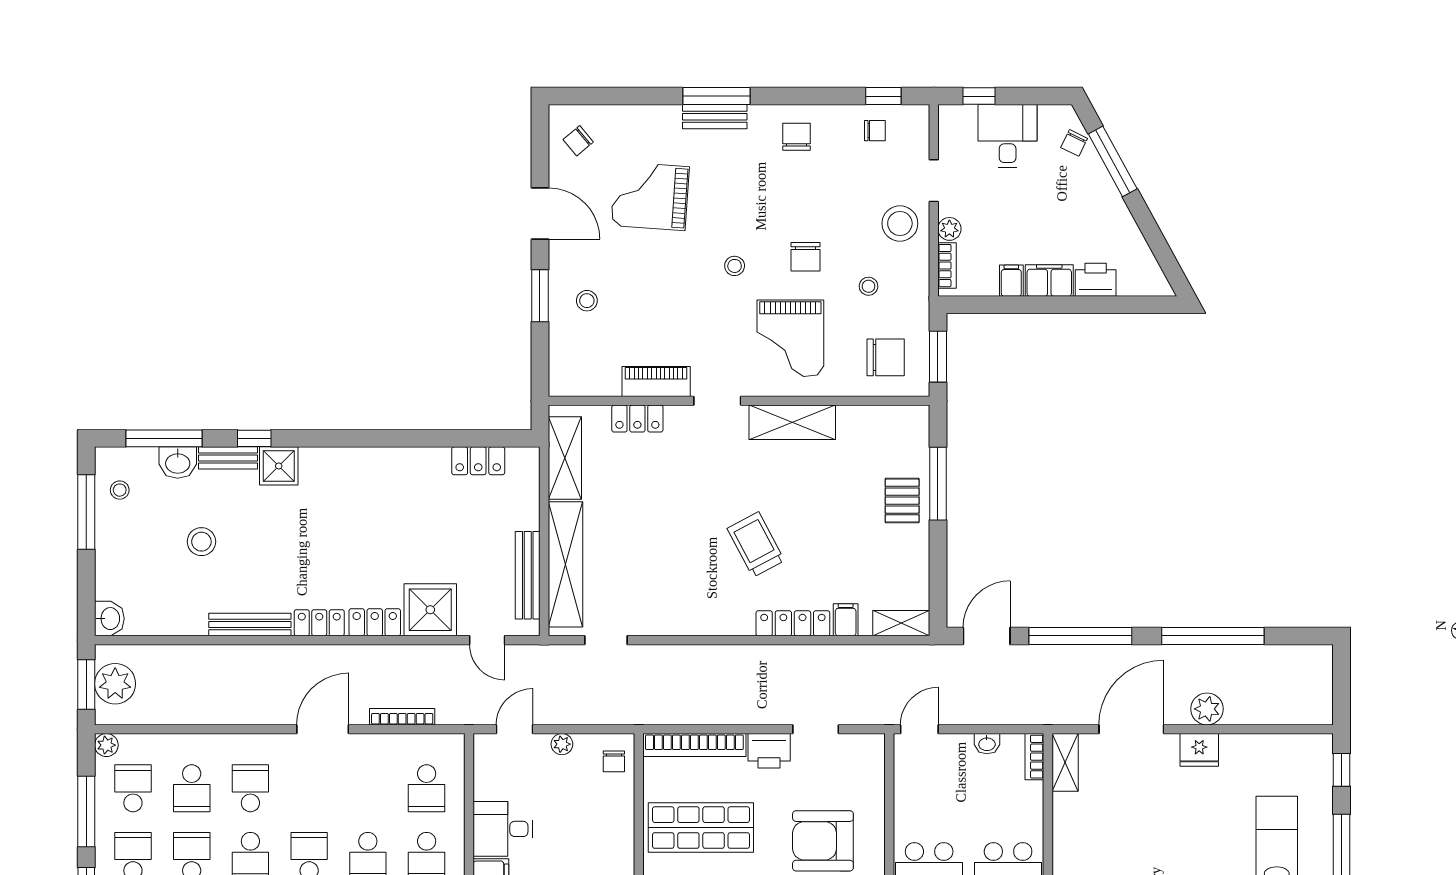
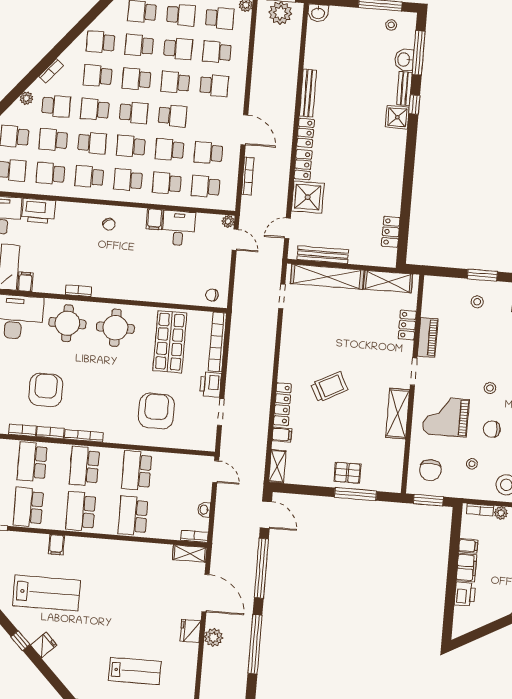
stool: (201, 542) -> (358, 69), removed
plant: (562, 744) -> (228, 221), moved
school desk: (368, 788) -> (208, 153), added

